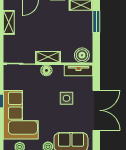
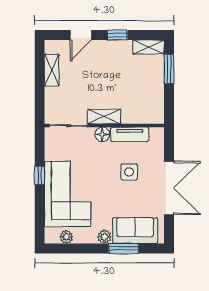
boiler: (82, 55) -> (150, 114), removed
tv unit: (79, 70) -> (130, 134), moved

